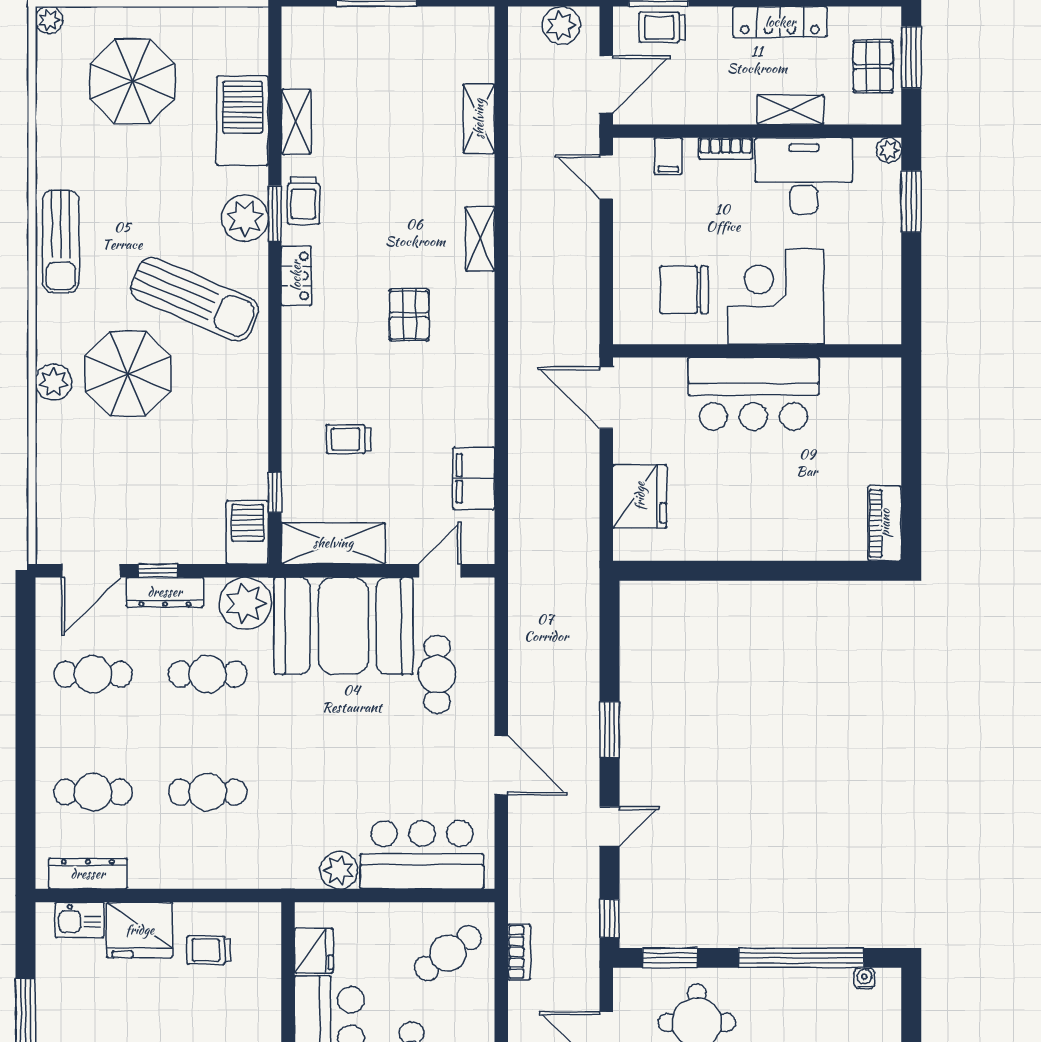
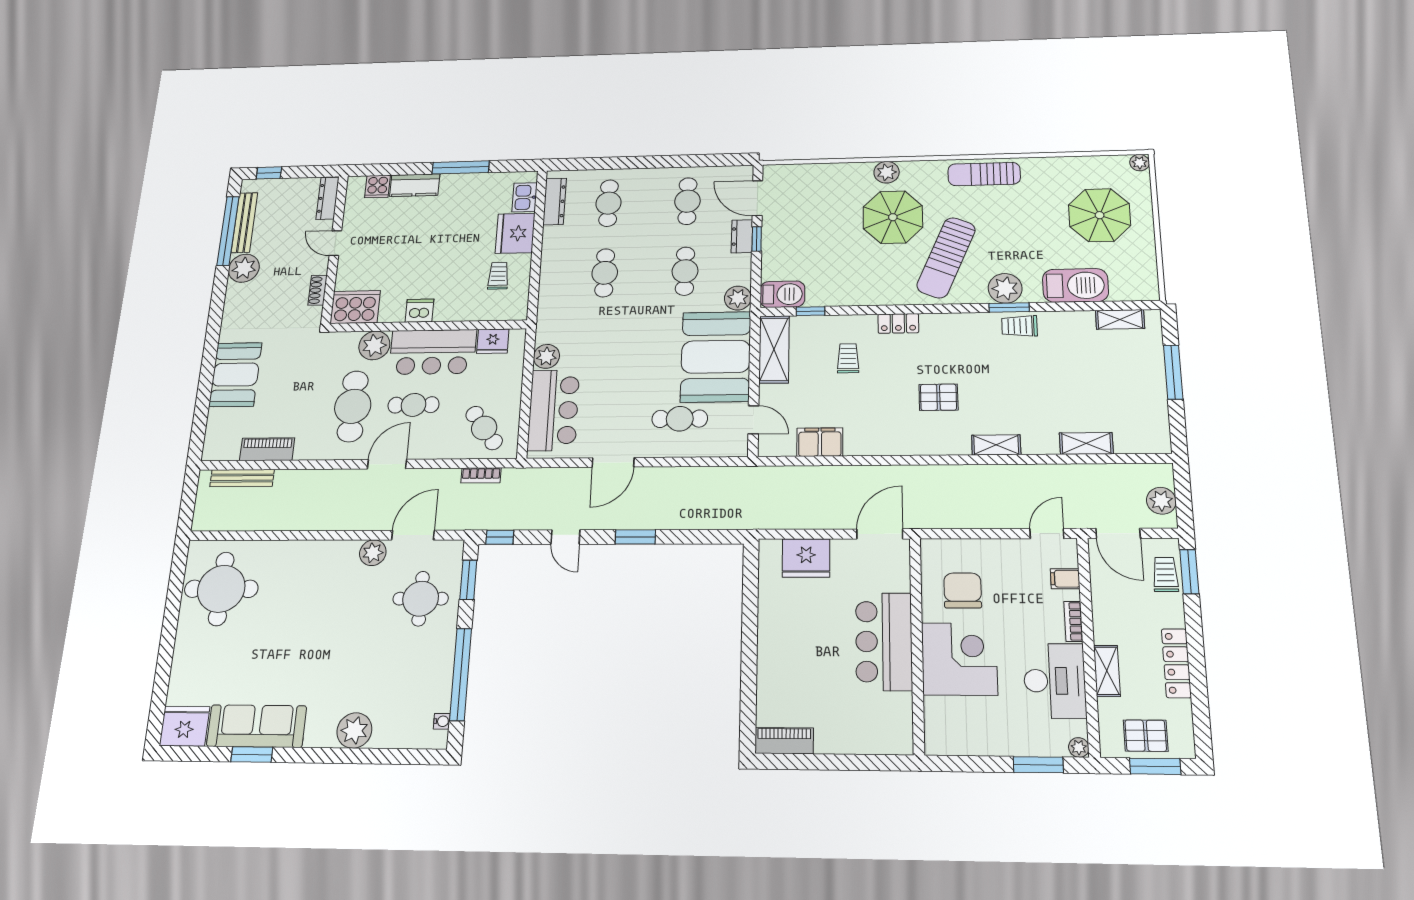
shelving: (296, 122) -> (1120, 319), moved
locker: (296, 276) -> (898, 323), moved
dresser: (165, 592) -> (742, 236), width x0.70
plant: (245, 603) -> (738, 298), width x0.73, depth x0.73

